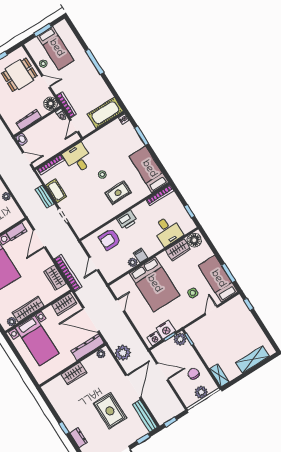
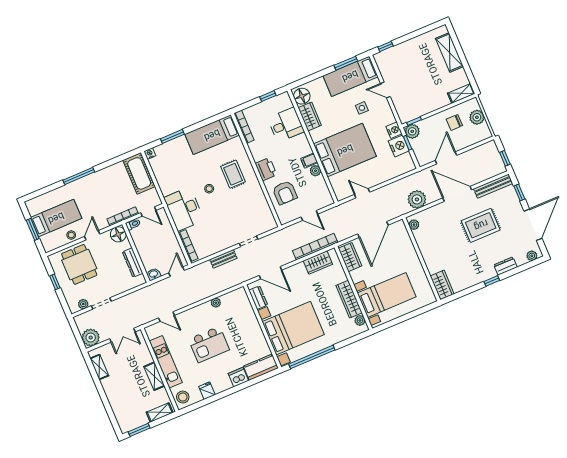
desk: (78, 158) -> (184, 209), width x1.37
cot: (56, 191) -> (219, 245), removed
nightstand: (155, 339) -> (394, 130), moved
dresser: (88, 347) -> (404, 239), removed
wardrobe: (74, 374) -> (442, 285), moved

